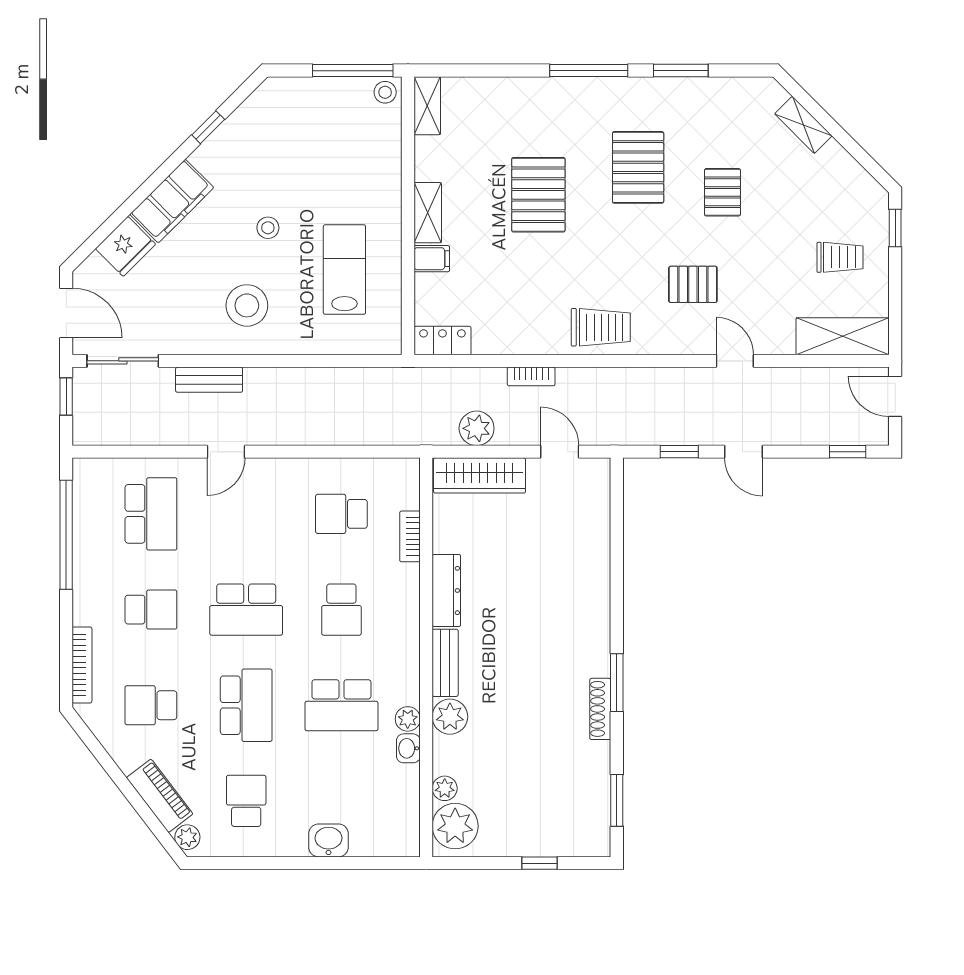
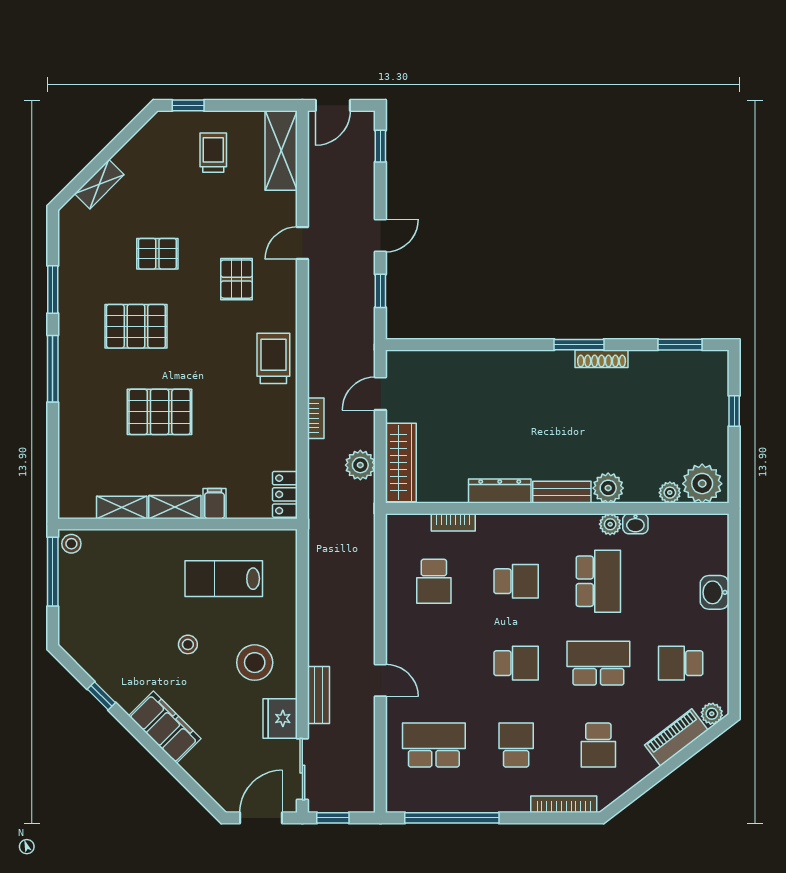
shelving: (427, 106) -> (122, 508), moved
fridge: (126, 246) -> (280, 718), moved, turned -135
school desk: (246, 610) -> (516, 663), width x0.54

